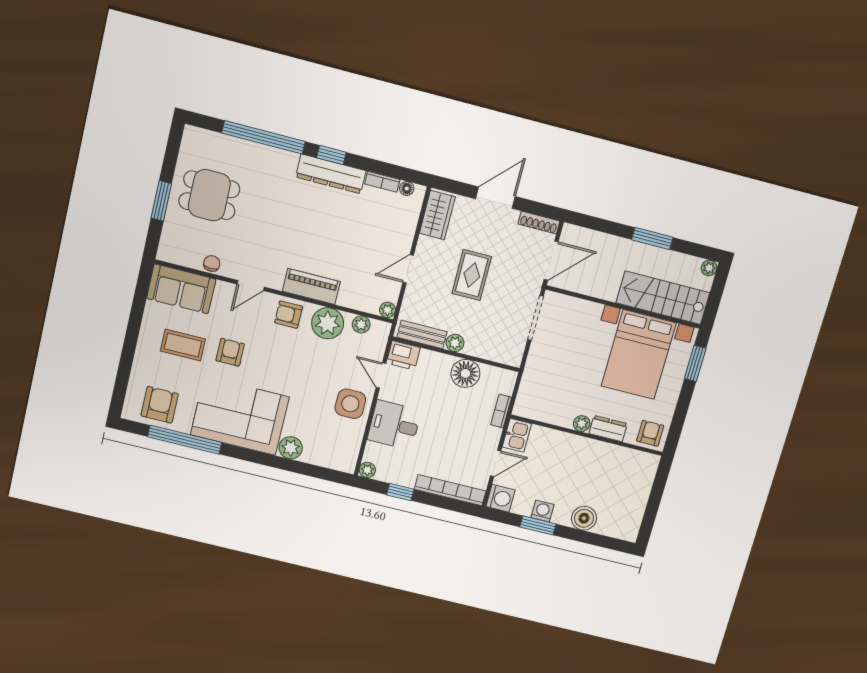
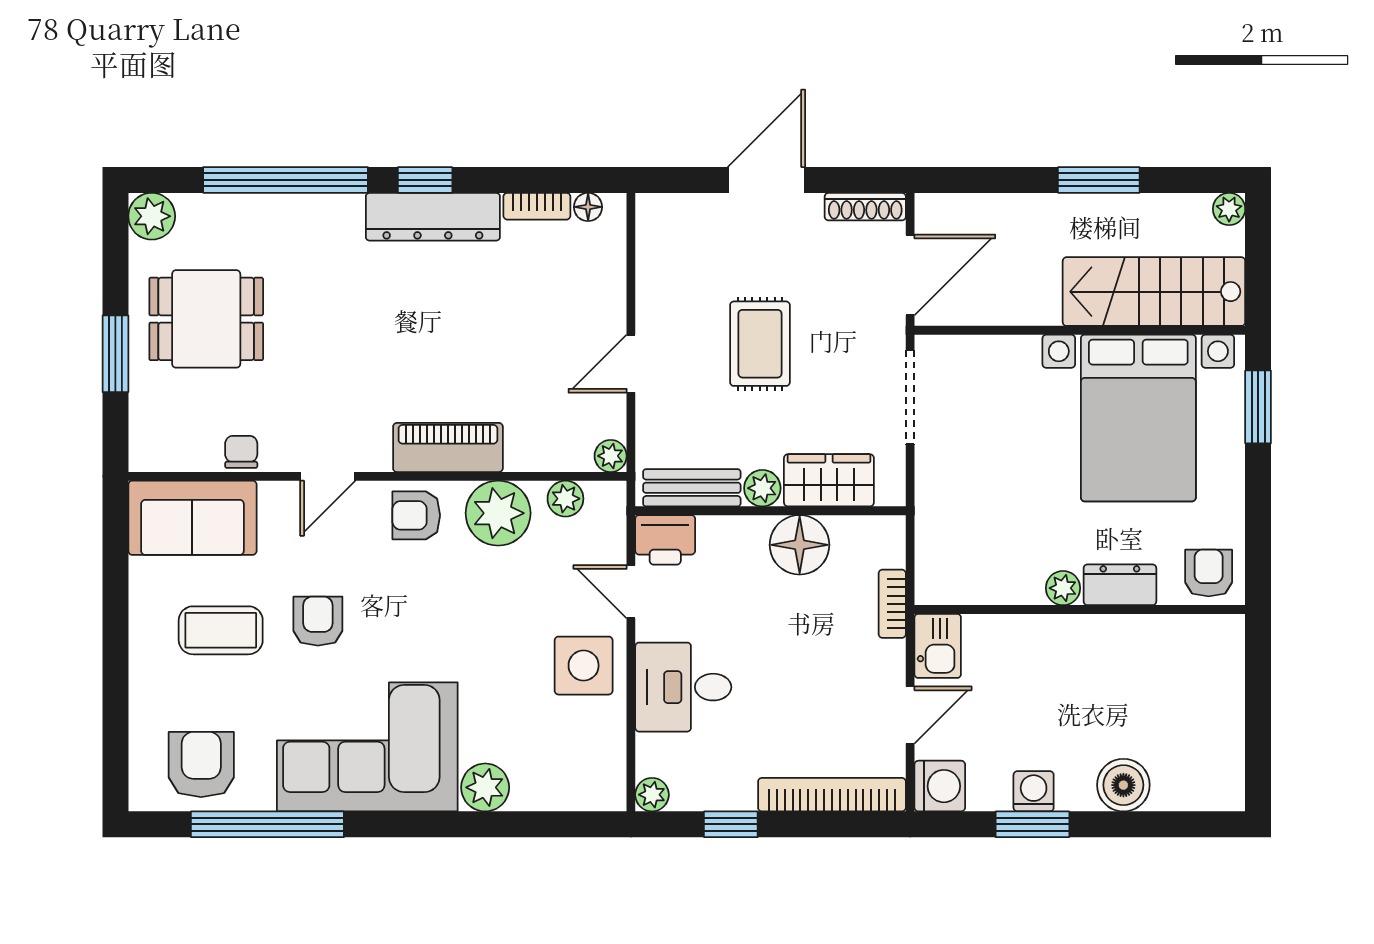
plant: (194, 138) -> (152, 216), added
wardrobe: (437, 215) -> (829, 480), moved, turned -90

